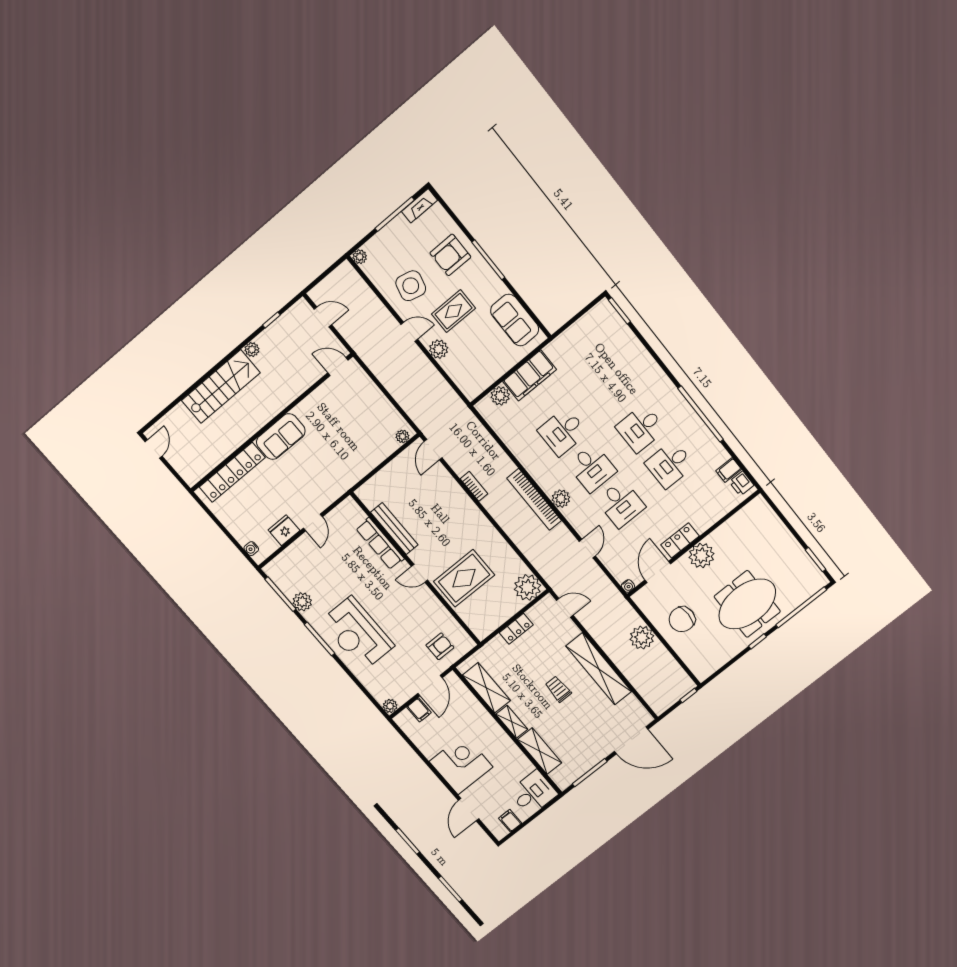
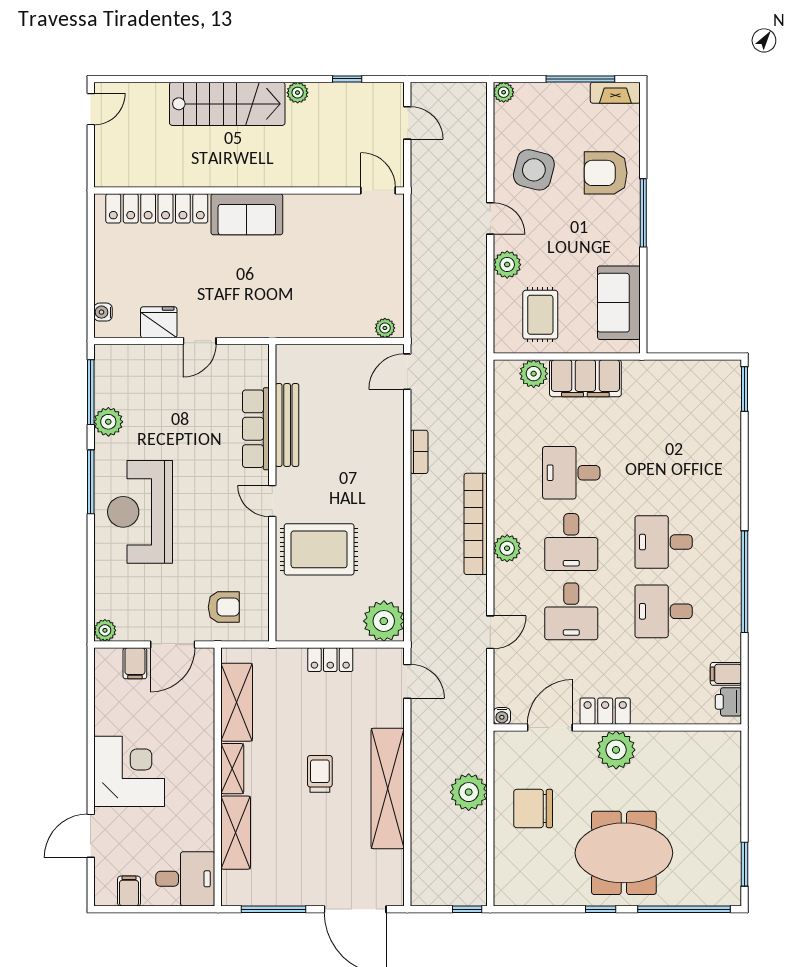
rug: (453, 311) -> (540, 315), moved, turned 90

